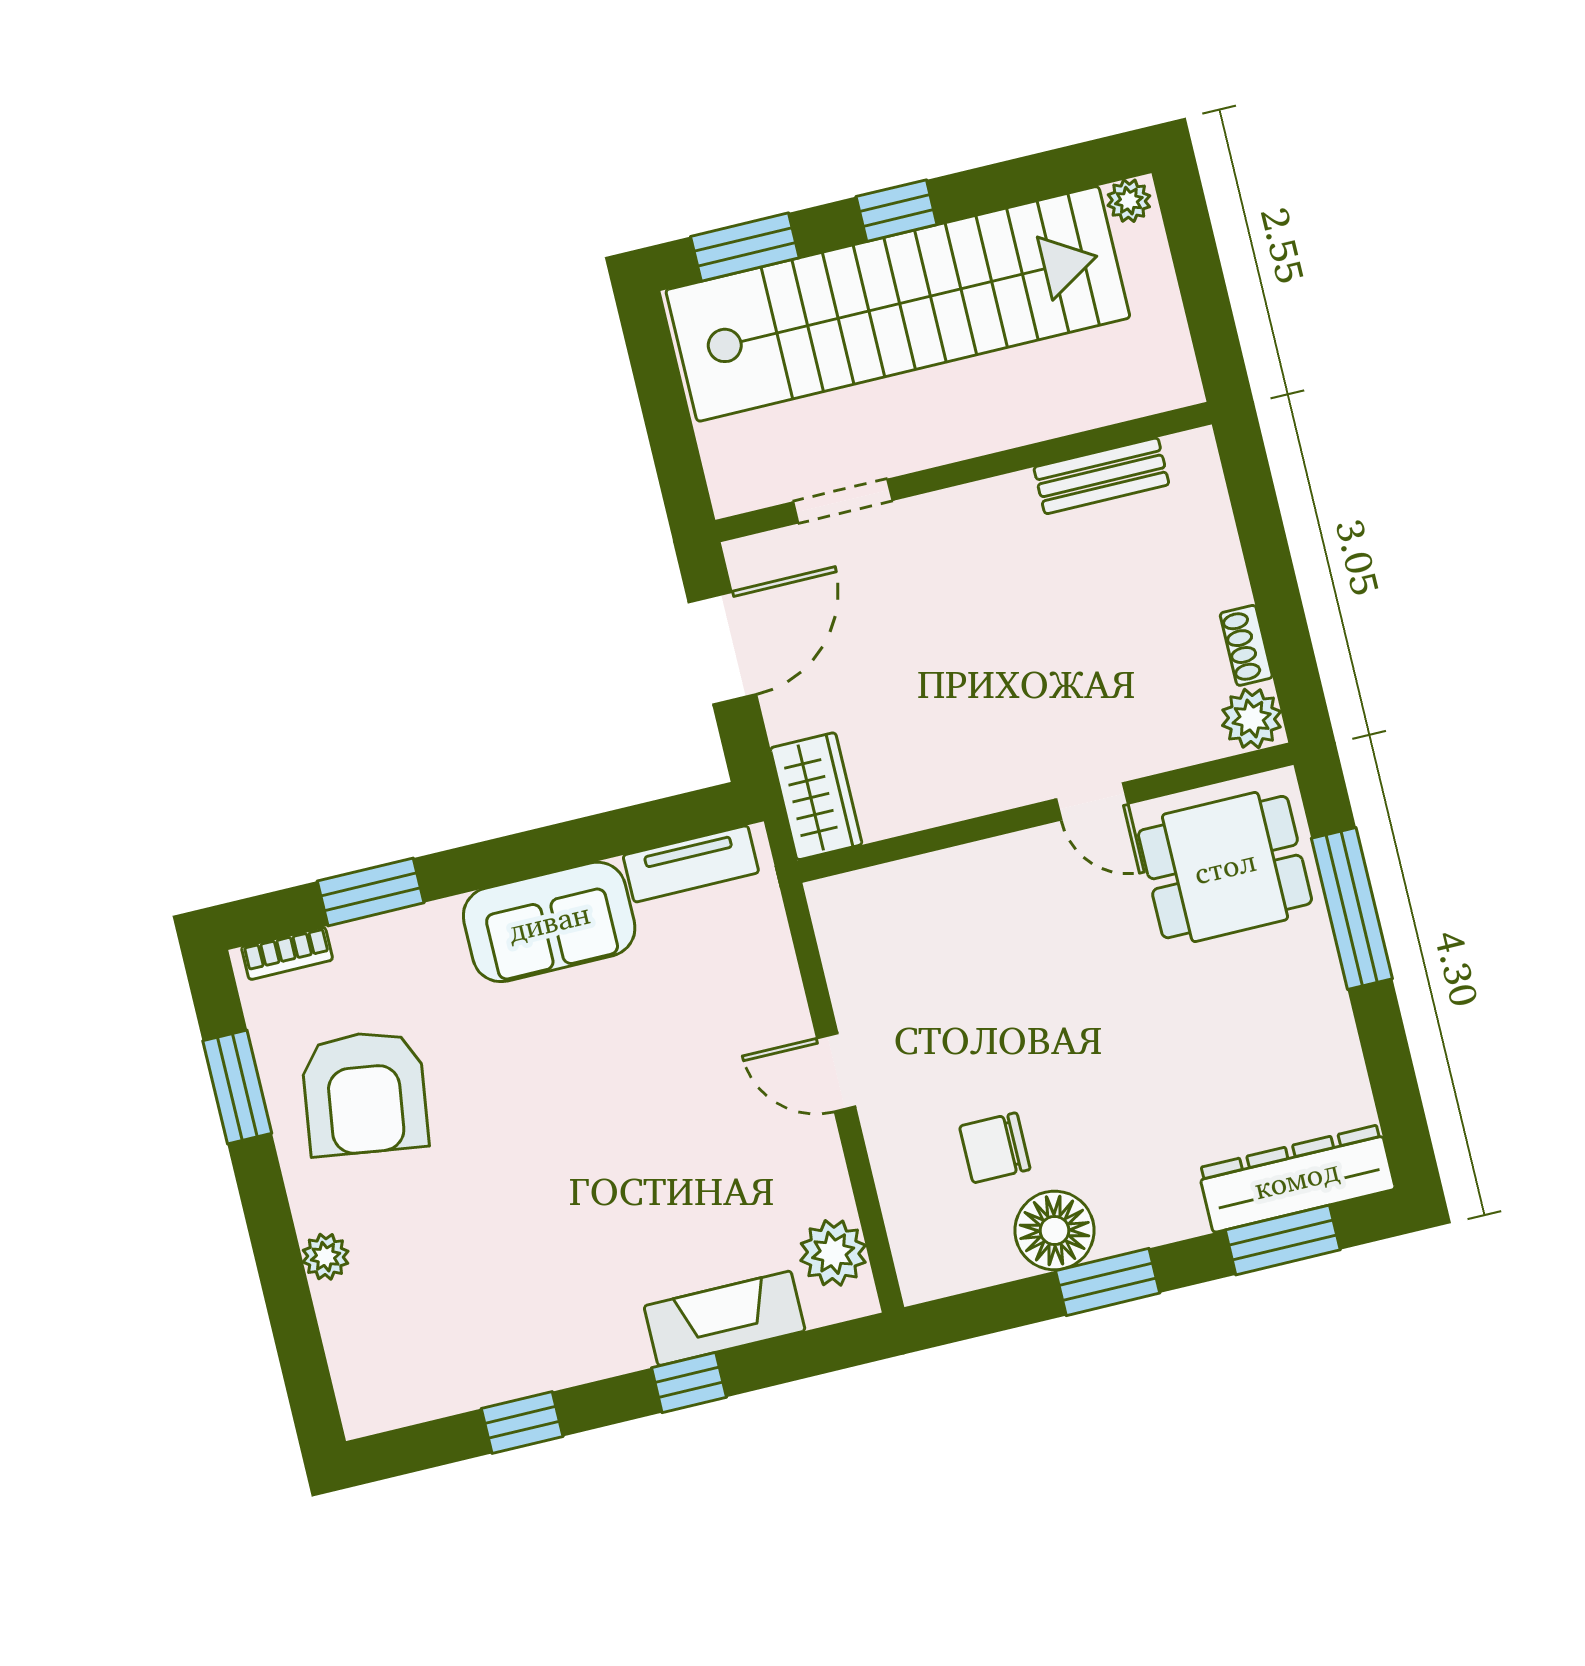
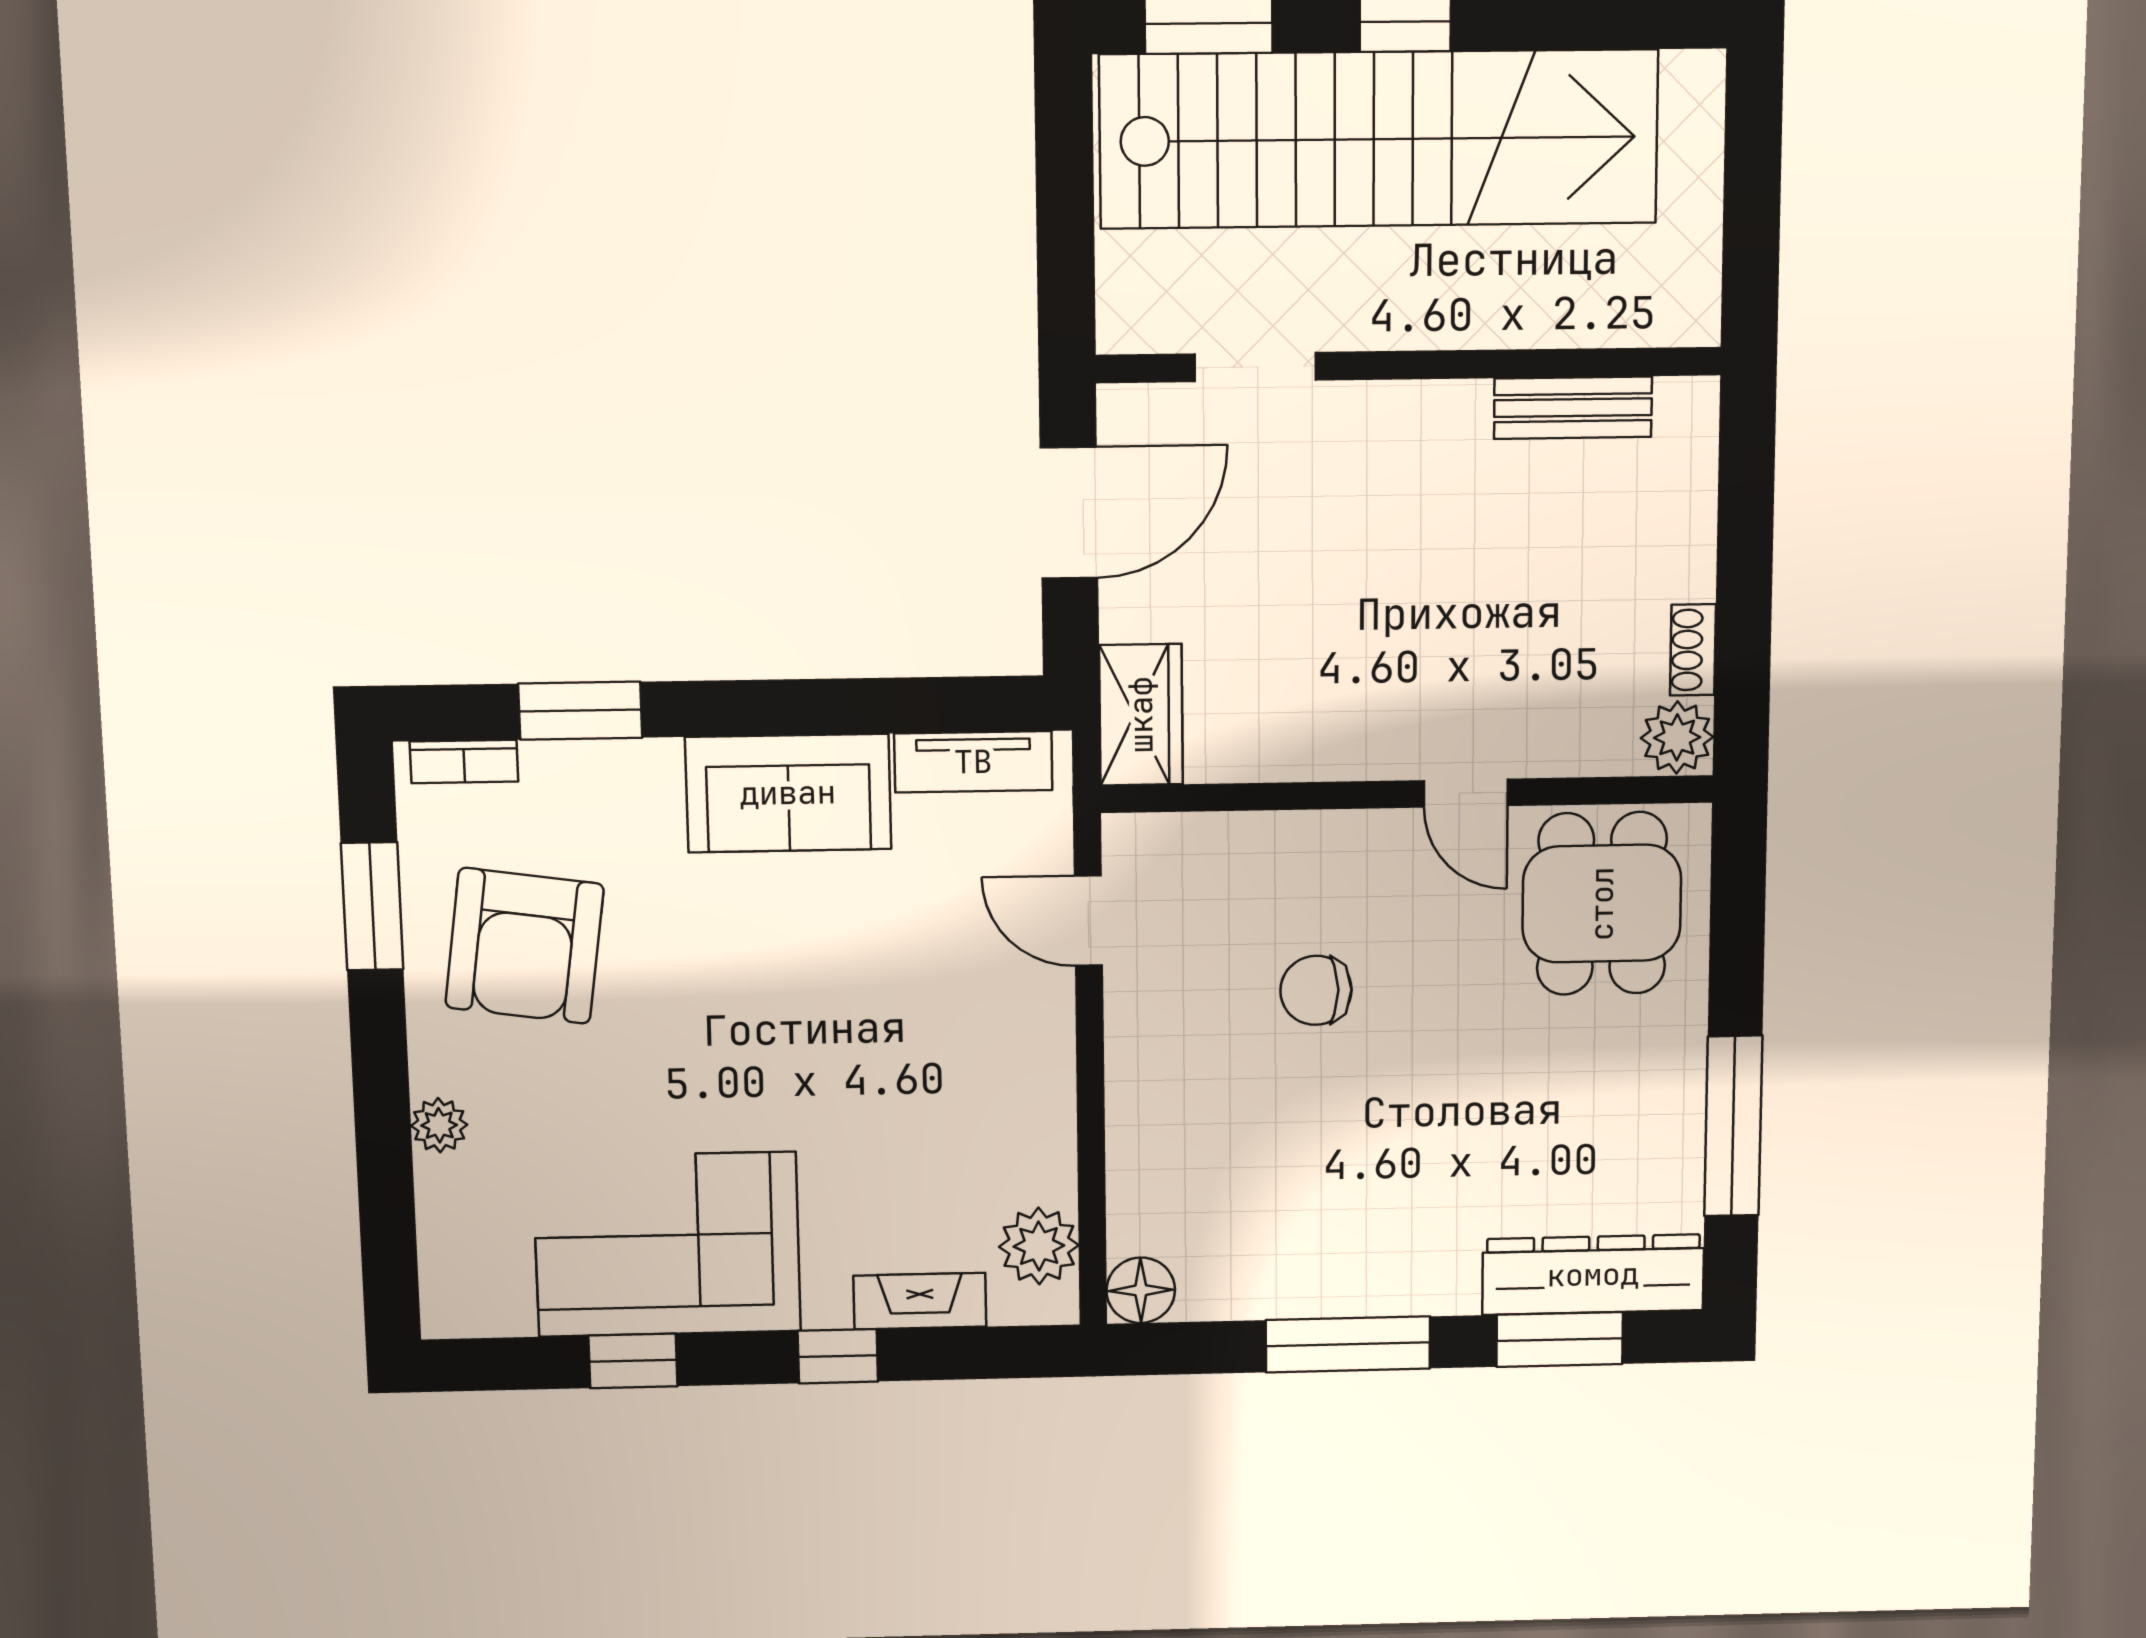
plant: (1129, 201) -> (1690, 76), removed
dining table: (1225, 867) -> (1602, 904), turned 90
window: (1352, 909) -> (1733, 1126), moved
door: (836, 1072) -> (1088, 921), moved
chair: (995, 1148) -> (1316, 990), moved
floor lamp: (1055, 1230) -> (1141, 1290), moved, width x0.73, depth x0.73
window: (1108, 1282) -> (1348, 1344), width x1.44
corner sofa: (530, 1317) -> (667, 1244), added
fireplace: (725, 1318) -> (920, 1301), width x0.73, depth x0.76

